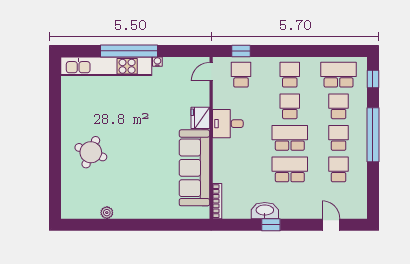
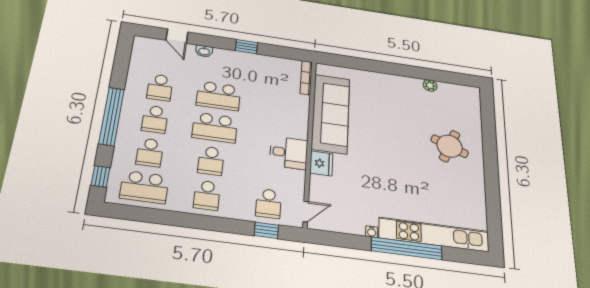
washbasin: (265, 211) -> (204, 51), moved, width x0.52, depth x0.69

